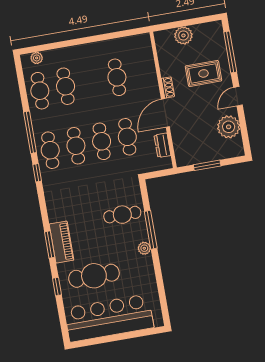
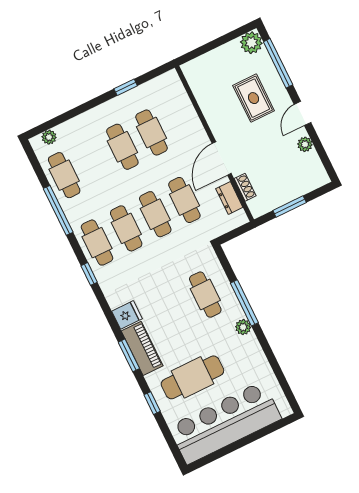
plant: (183, 35) -> (251, 43), moved
window: (107, 37) -> (126, 87), added
rug: (203, 73) -> (254, 98), turned 90
cafe table: (66, 86) -> (122, 147), moved
shoe rack: (168, 88) -> (245, 187), moved
plant: (229, 127) -> (305, 144), width x0.53, depth x0.53
window: (30, 132) -> (58, 210), moved
fridge: (57, 213) -> (127, 315), added
cafe table: (122, 215) -> (205, 295), turned 90

